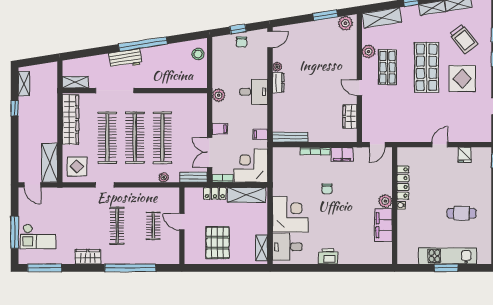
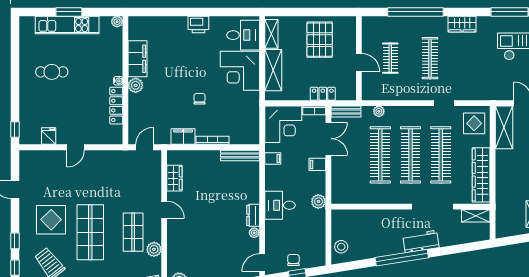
shelving: (247, 195) -> (273, 70), moved, turned 90
plant: (402, 259) -> (117, 22), added

